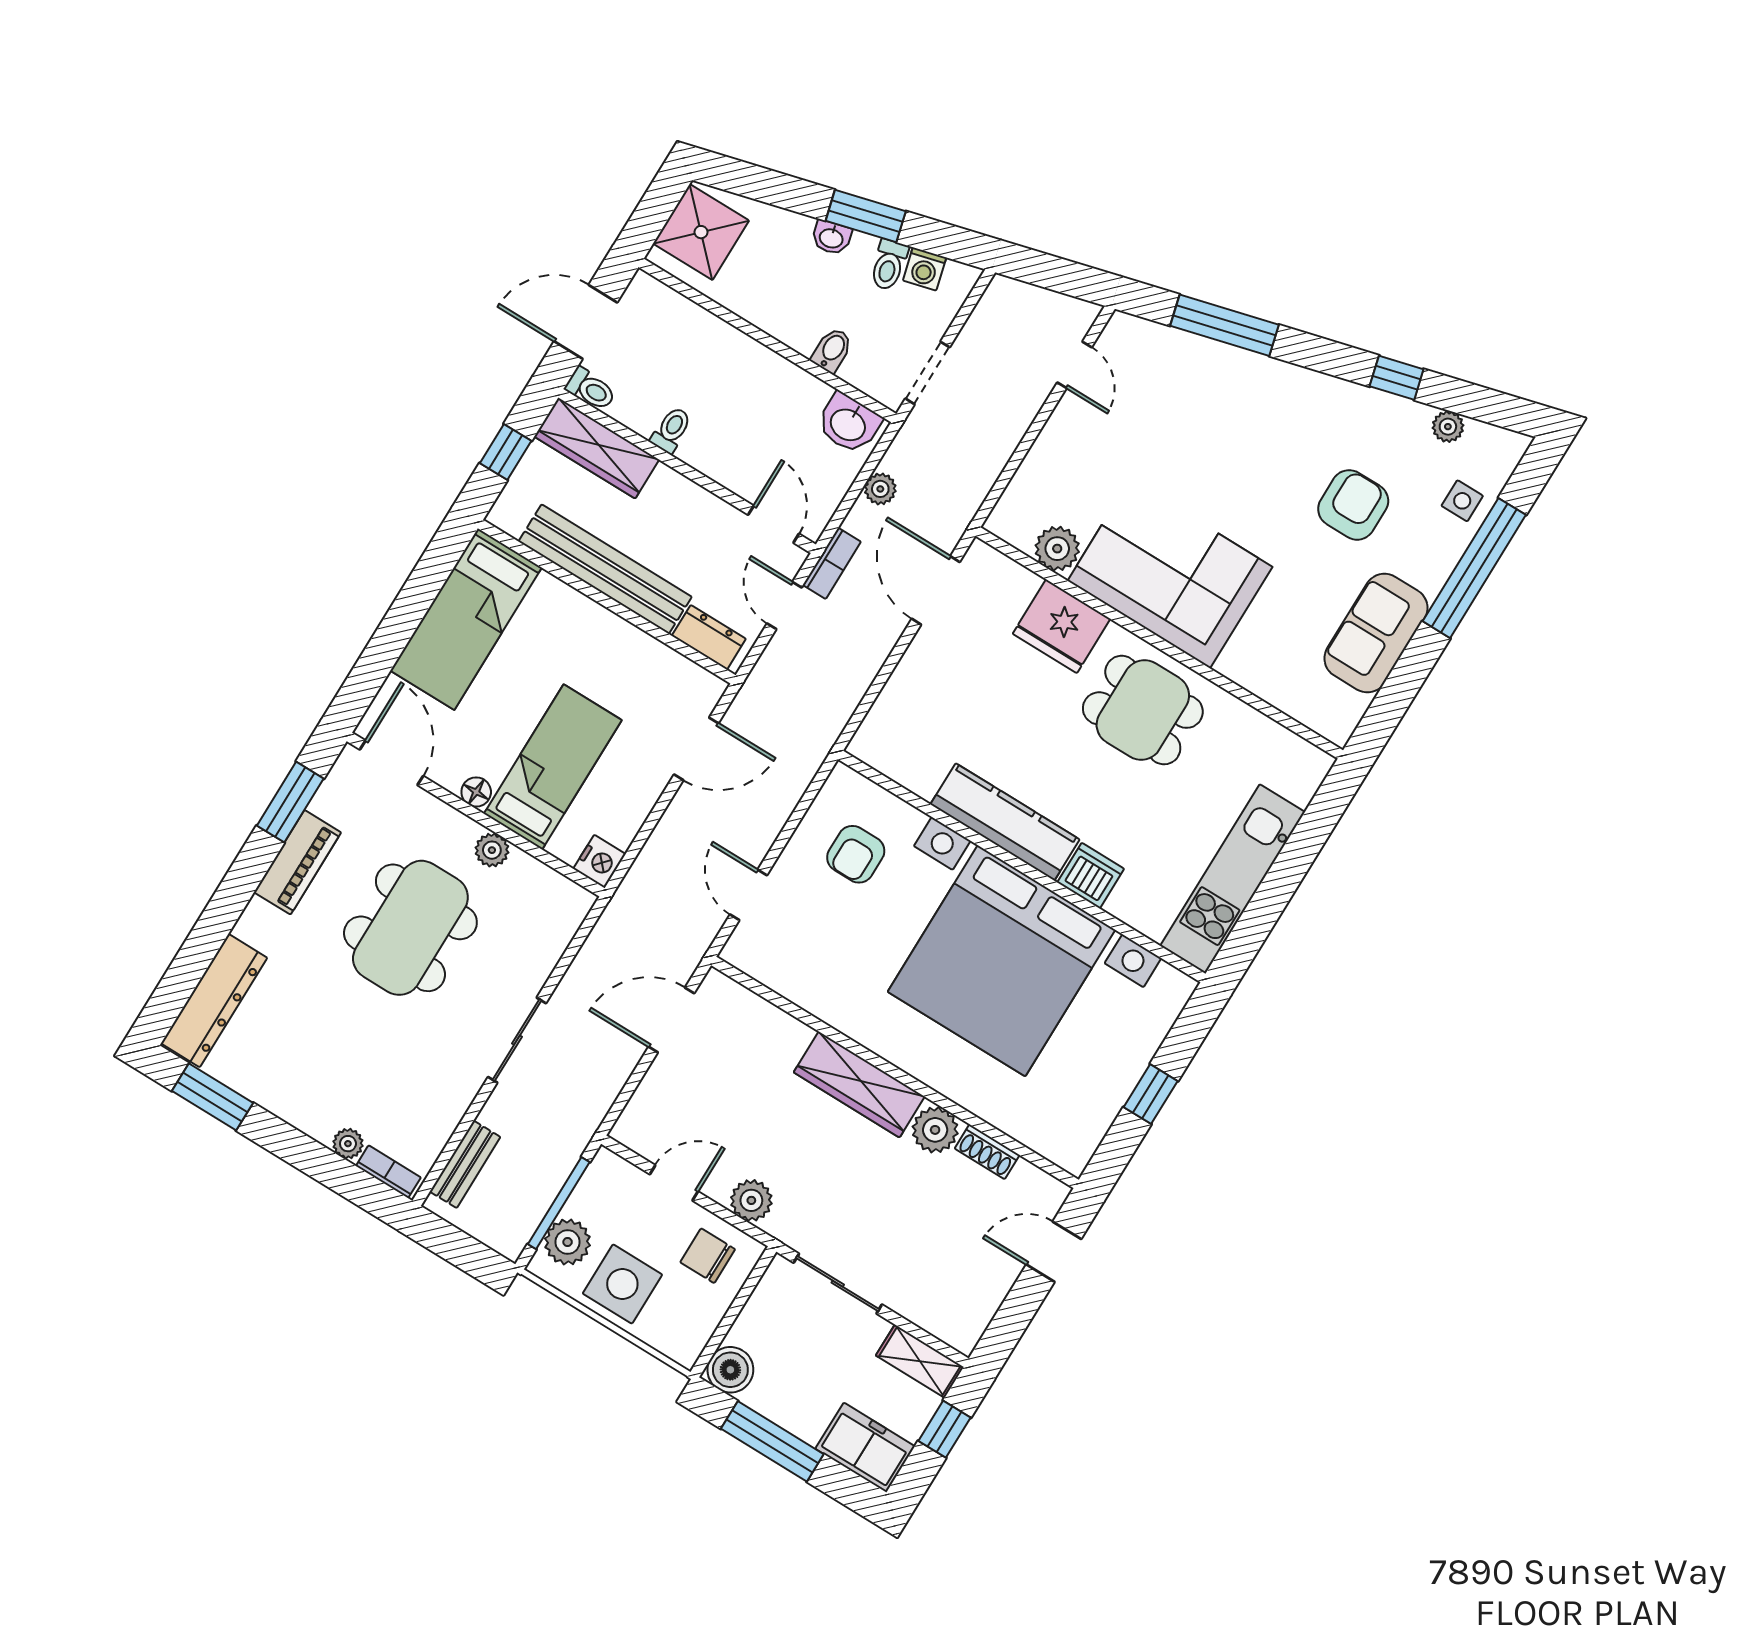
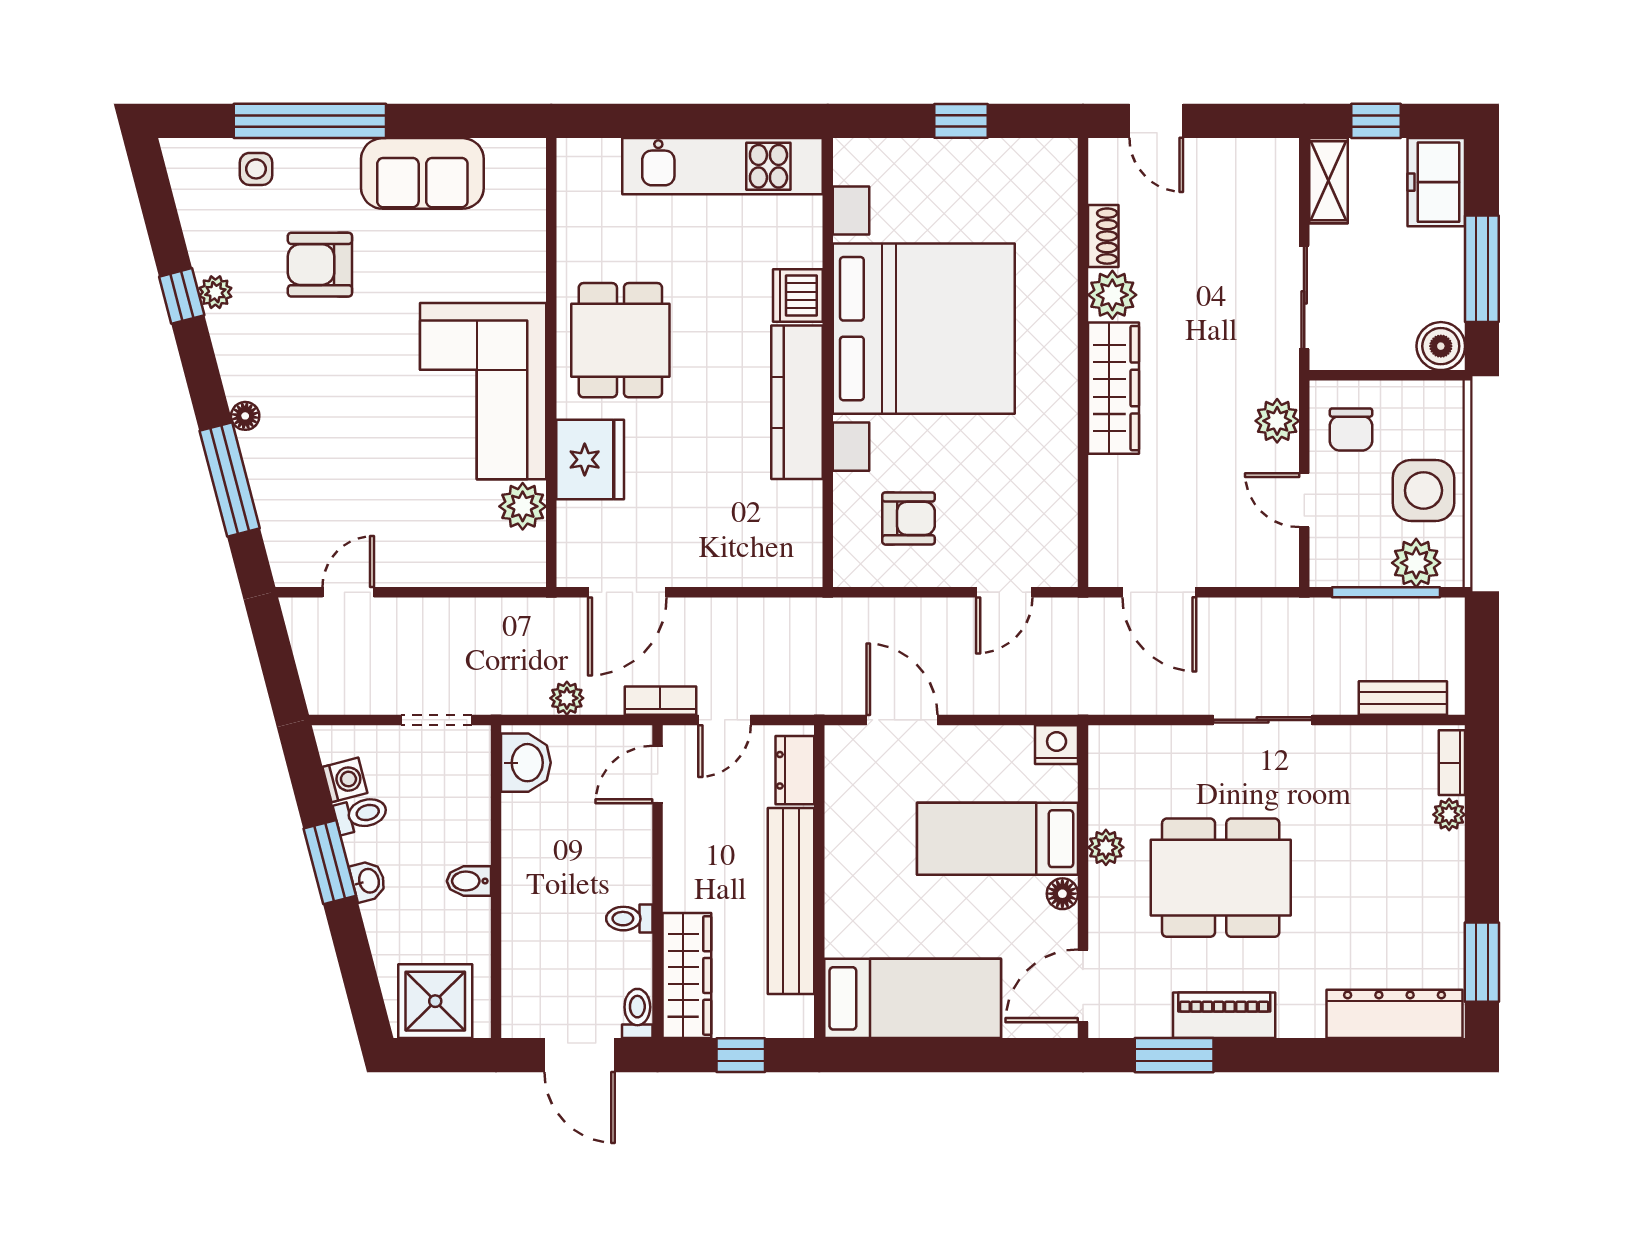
bidet: (832, 350) -> (469, 881), moved
floor lamp: (1268, 369) -> (245, 416), added
plant: (1448, 427) -> (215, 292), moved

